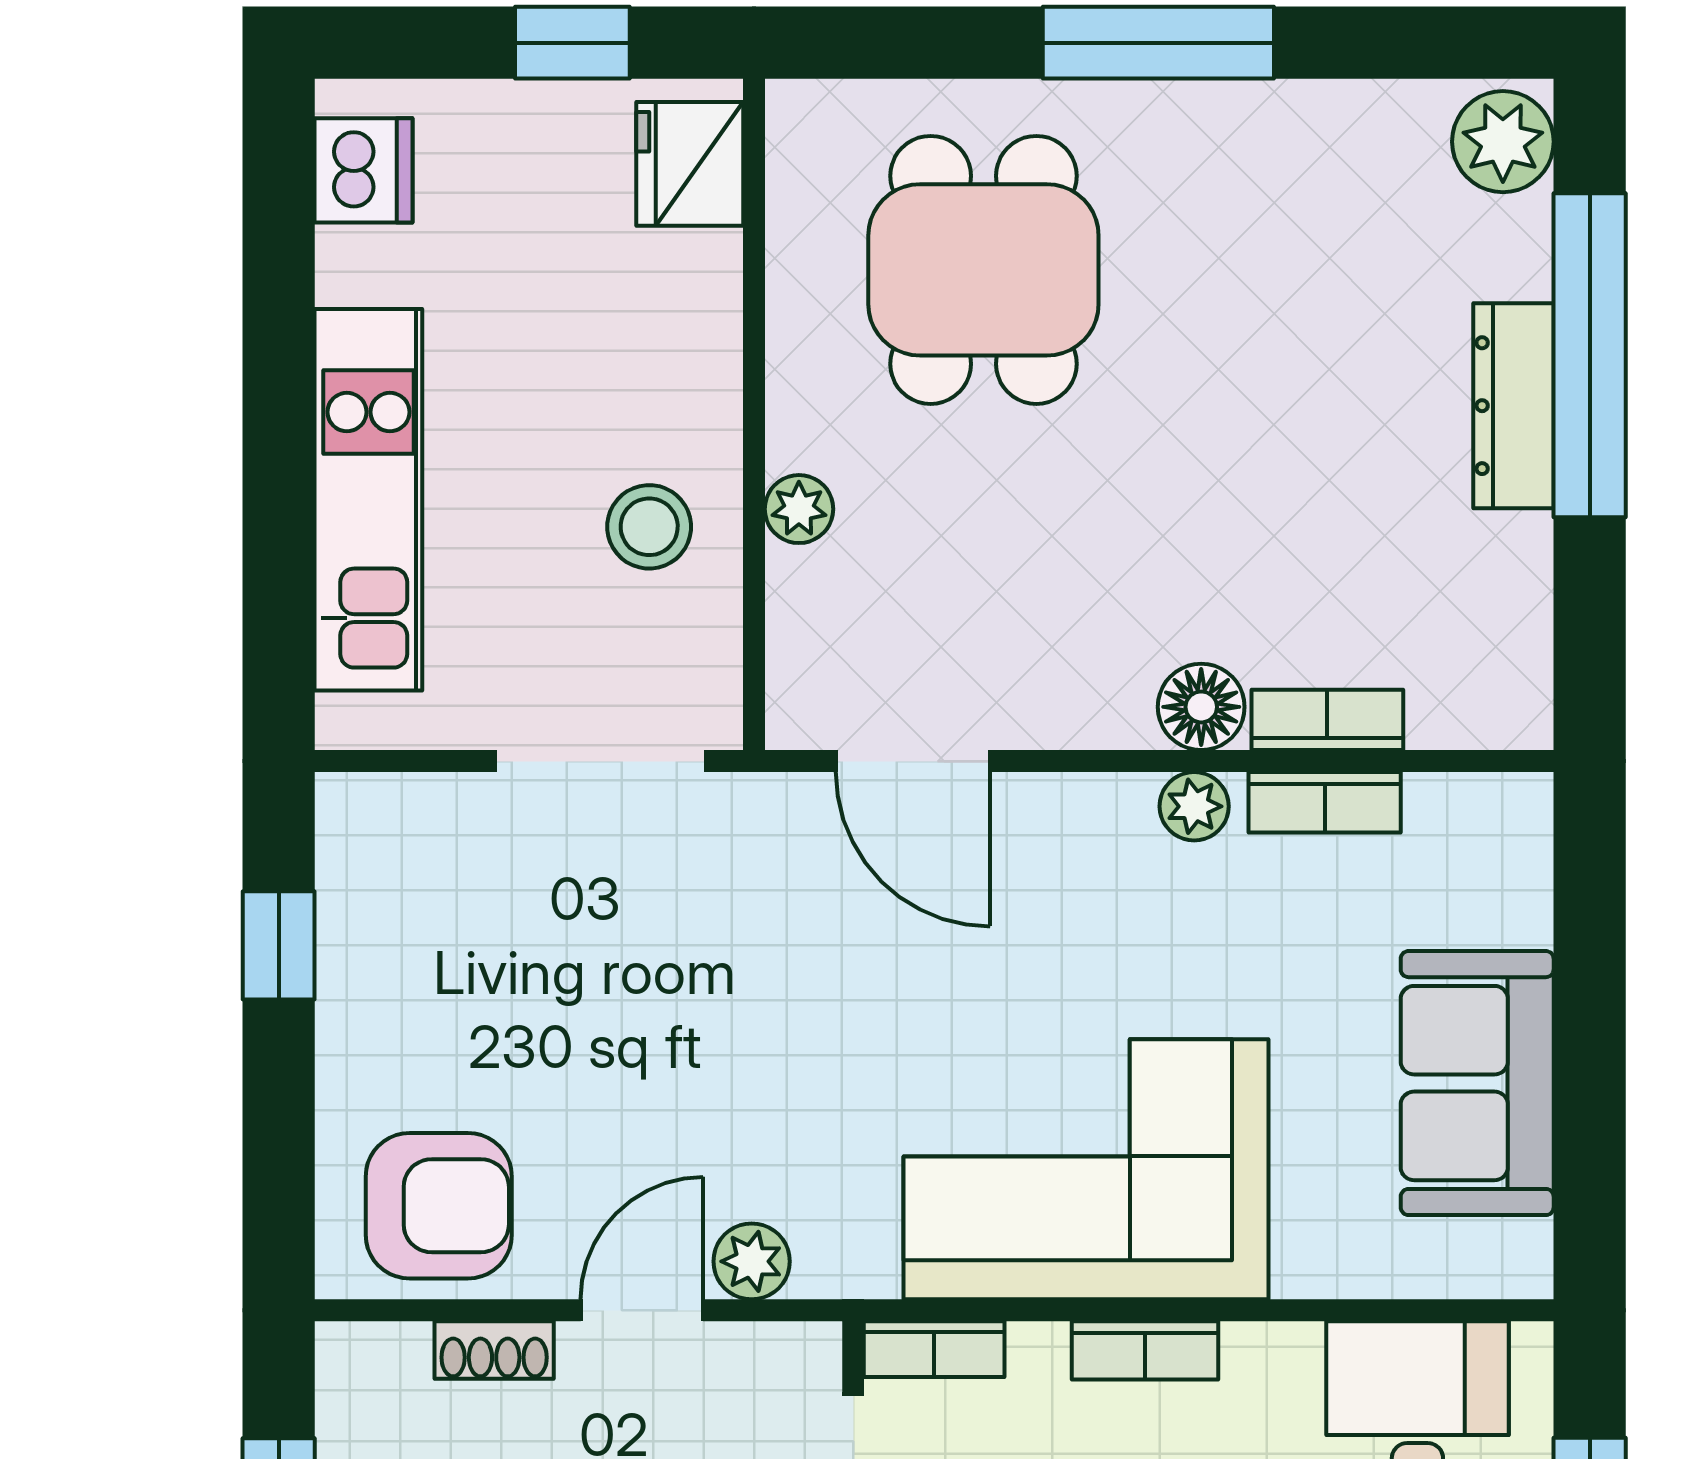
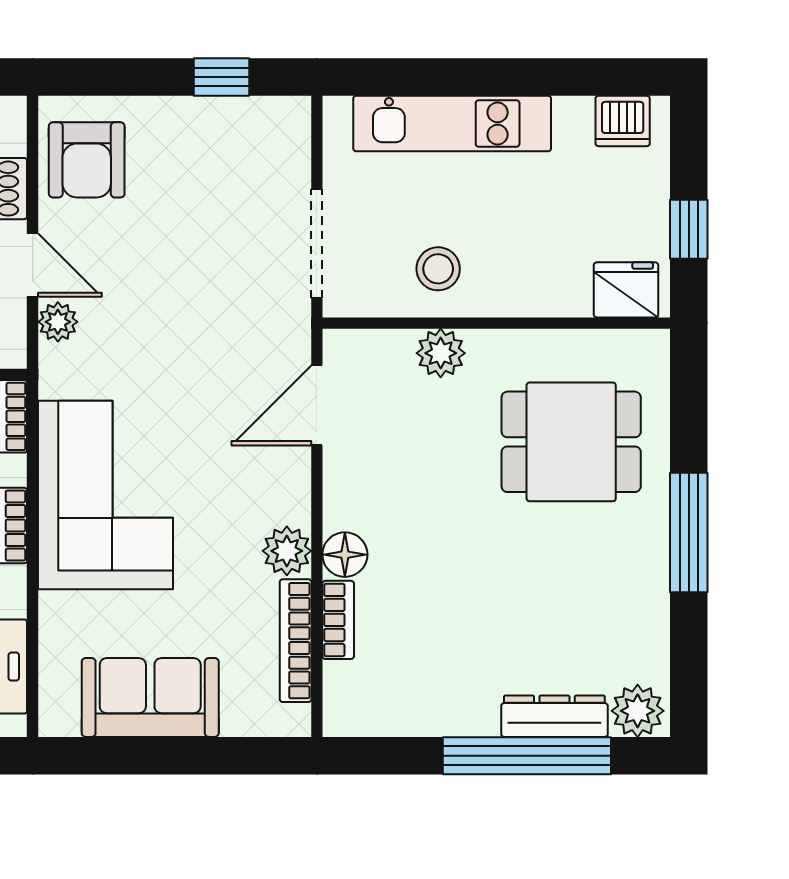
dresser: (1513, 406) -> (554, 716), moved
plant: (799, 509) -> (441, 353), width x1.38, depth x1.38
bookcase: (1325, 802) -> (296, 641), width x1.56
plant: (1194, 806) -> (287, 551), width x1.38, depth x1.38

